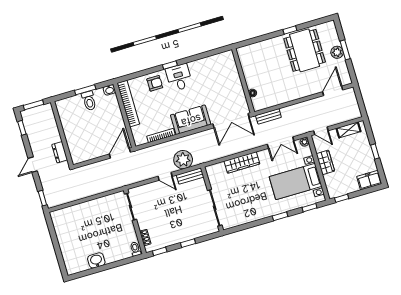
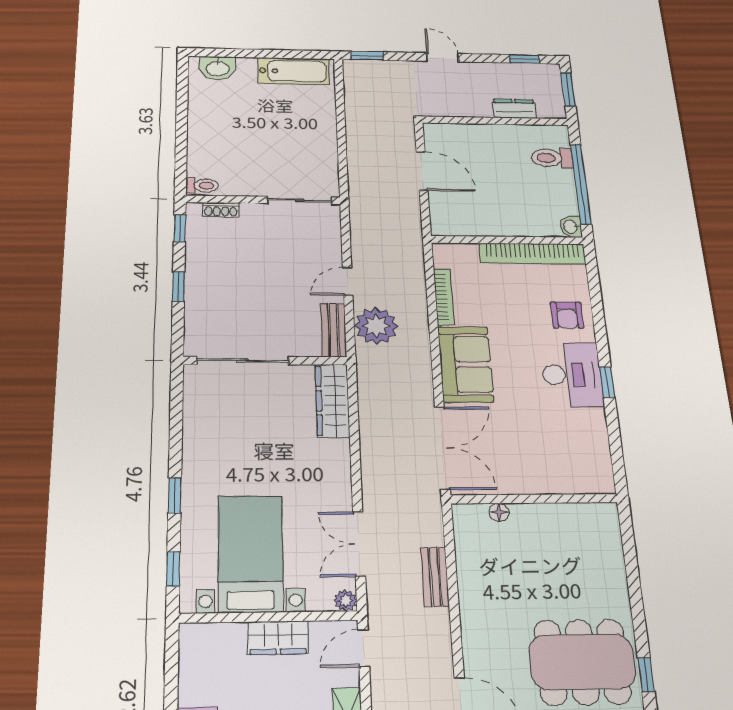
window: (290, 30) -> (646, 675), moved
window: (170, 65) -> (607, 382), moved
desk: (179, 77) -> (572, 375), width x1.37
window: (85, 90) -> (581, 184), width x2.11
toilet: (89, 101) -> (552, 158), moved
bench: (268, 116) -> (435, 577), moved
double door: (231, 121) -> (442, 448), swing flipped
dresser: (60, 152) -> (514, 109), moved
door: (120, 153) -> (422, 171), moved
wardrobe: (242, 162) -> (332, 401), moved
window: (342, 198) -> (172, 654), removed
bathtub: (62, 228) -> (293, 71), added
washbasin: (96, 260) -> (218, 68), moved, turned 90

